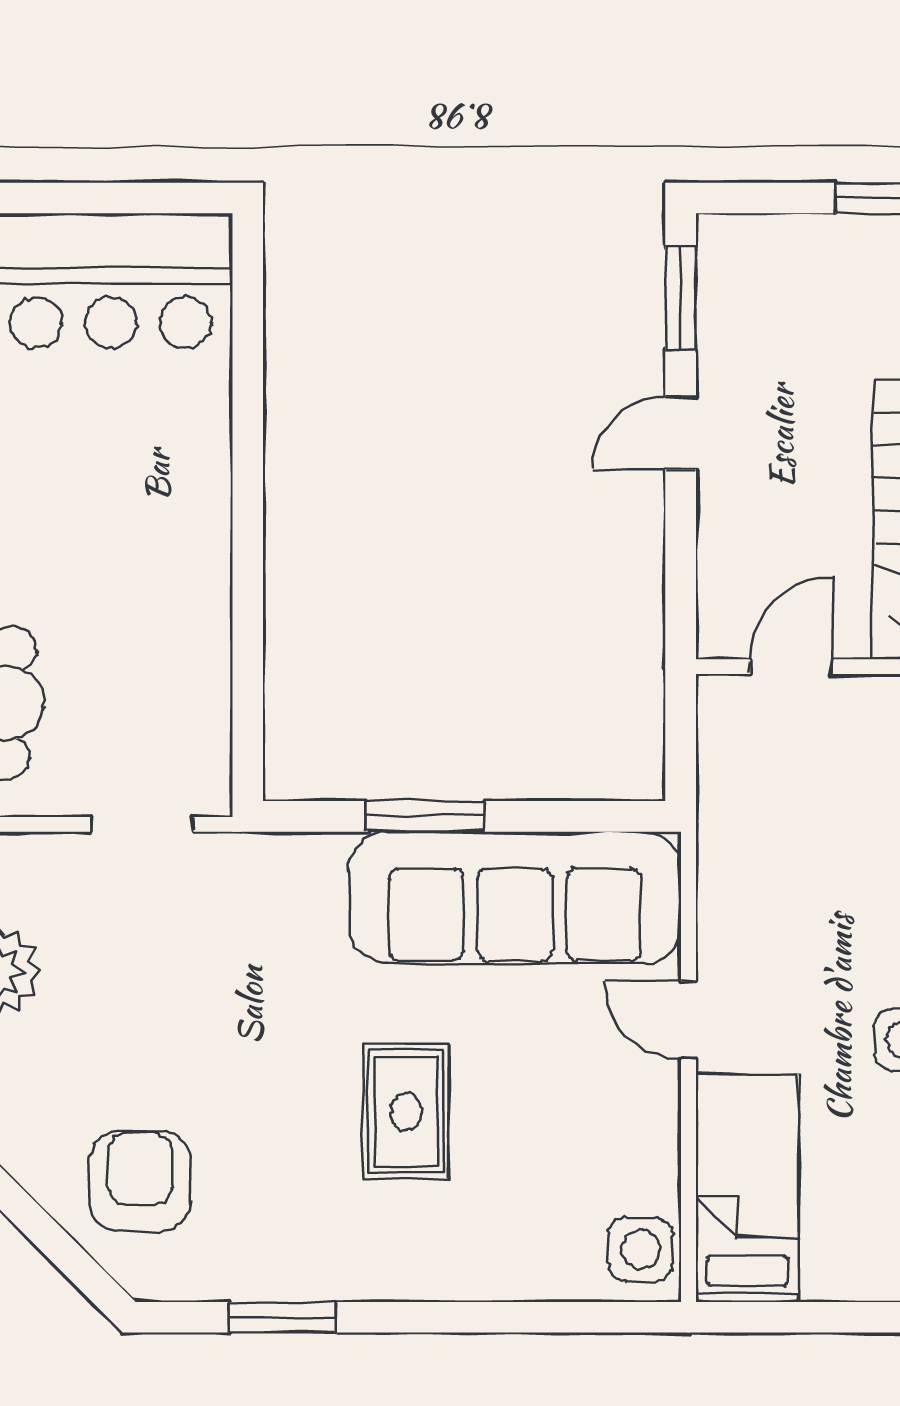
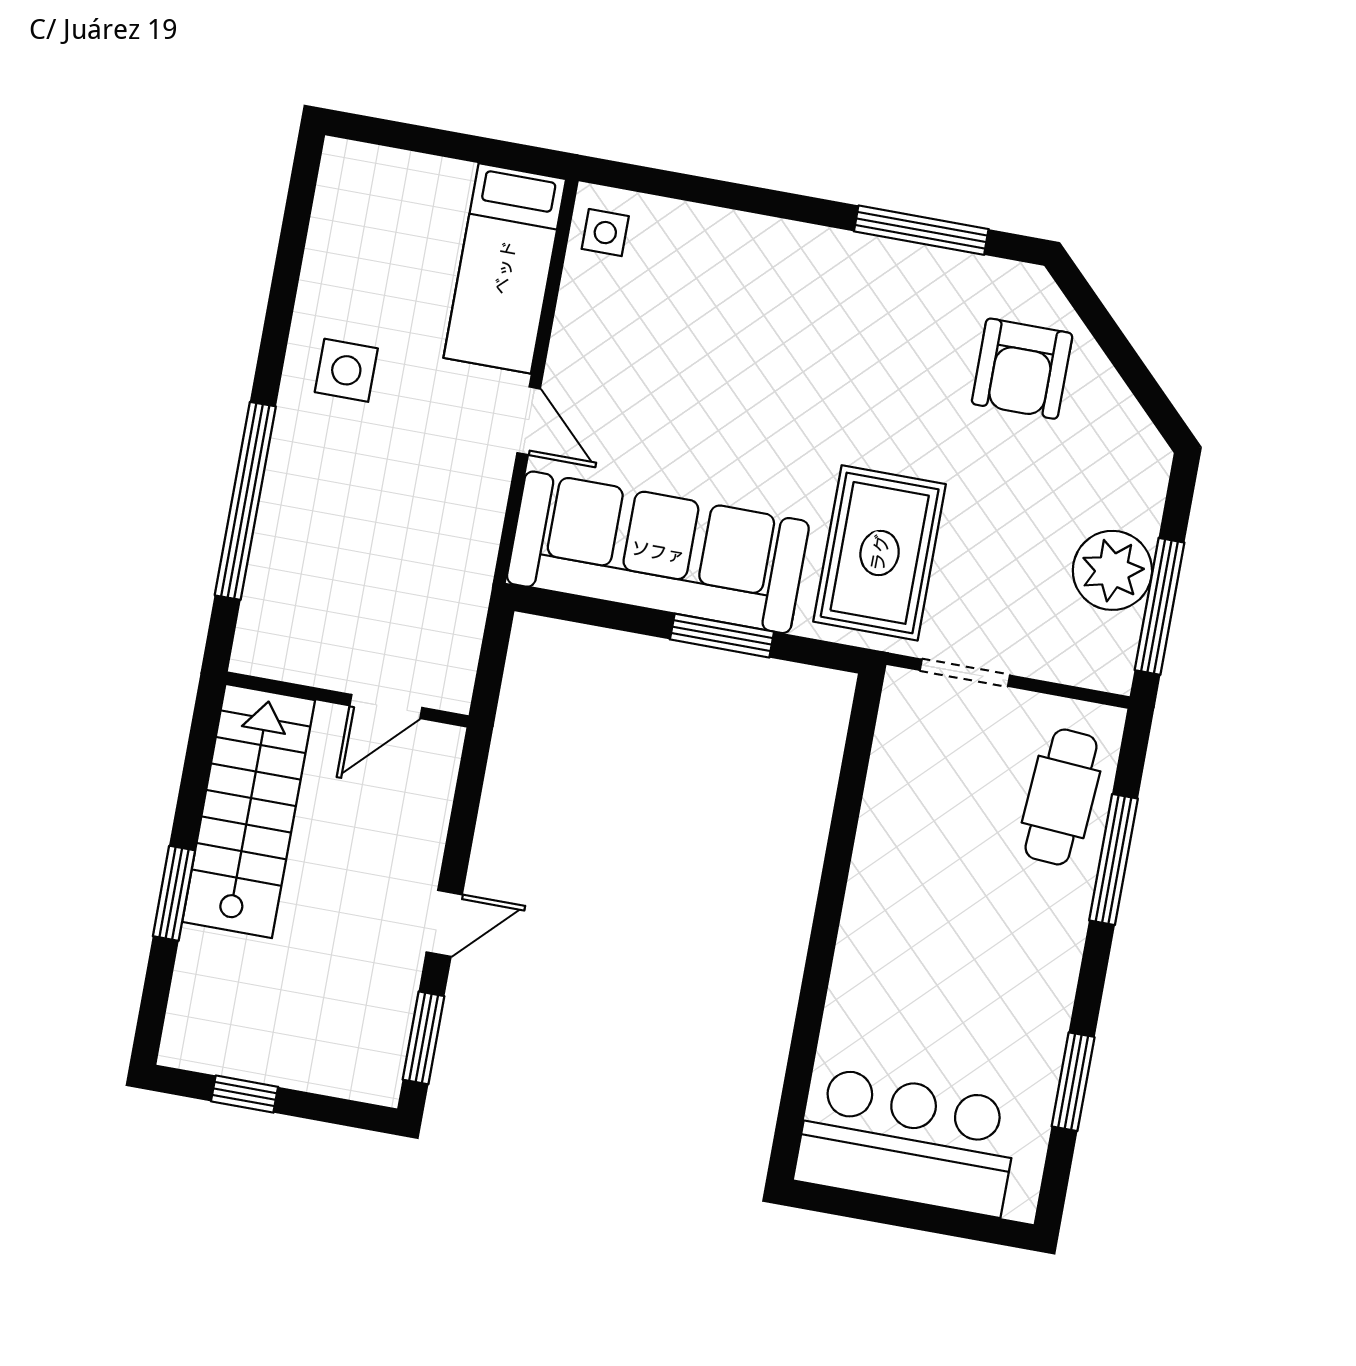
rug: (406, 1112) -> (880, 553), moved, width x1.36, depth x1.43
side table: (640, 1249) -> (605, 233), width x0.73, depth x0.73
window: (283, 1317) -> (921, 230), width x1.44

